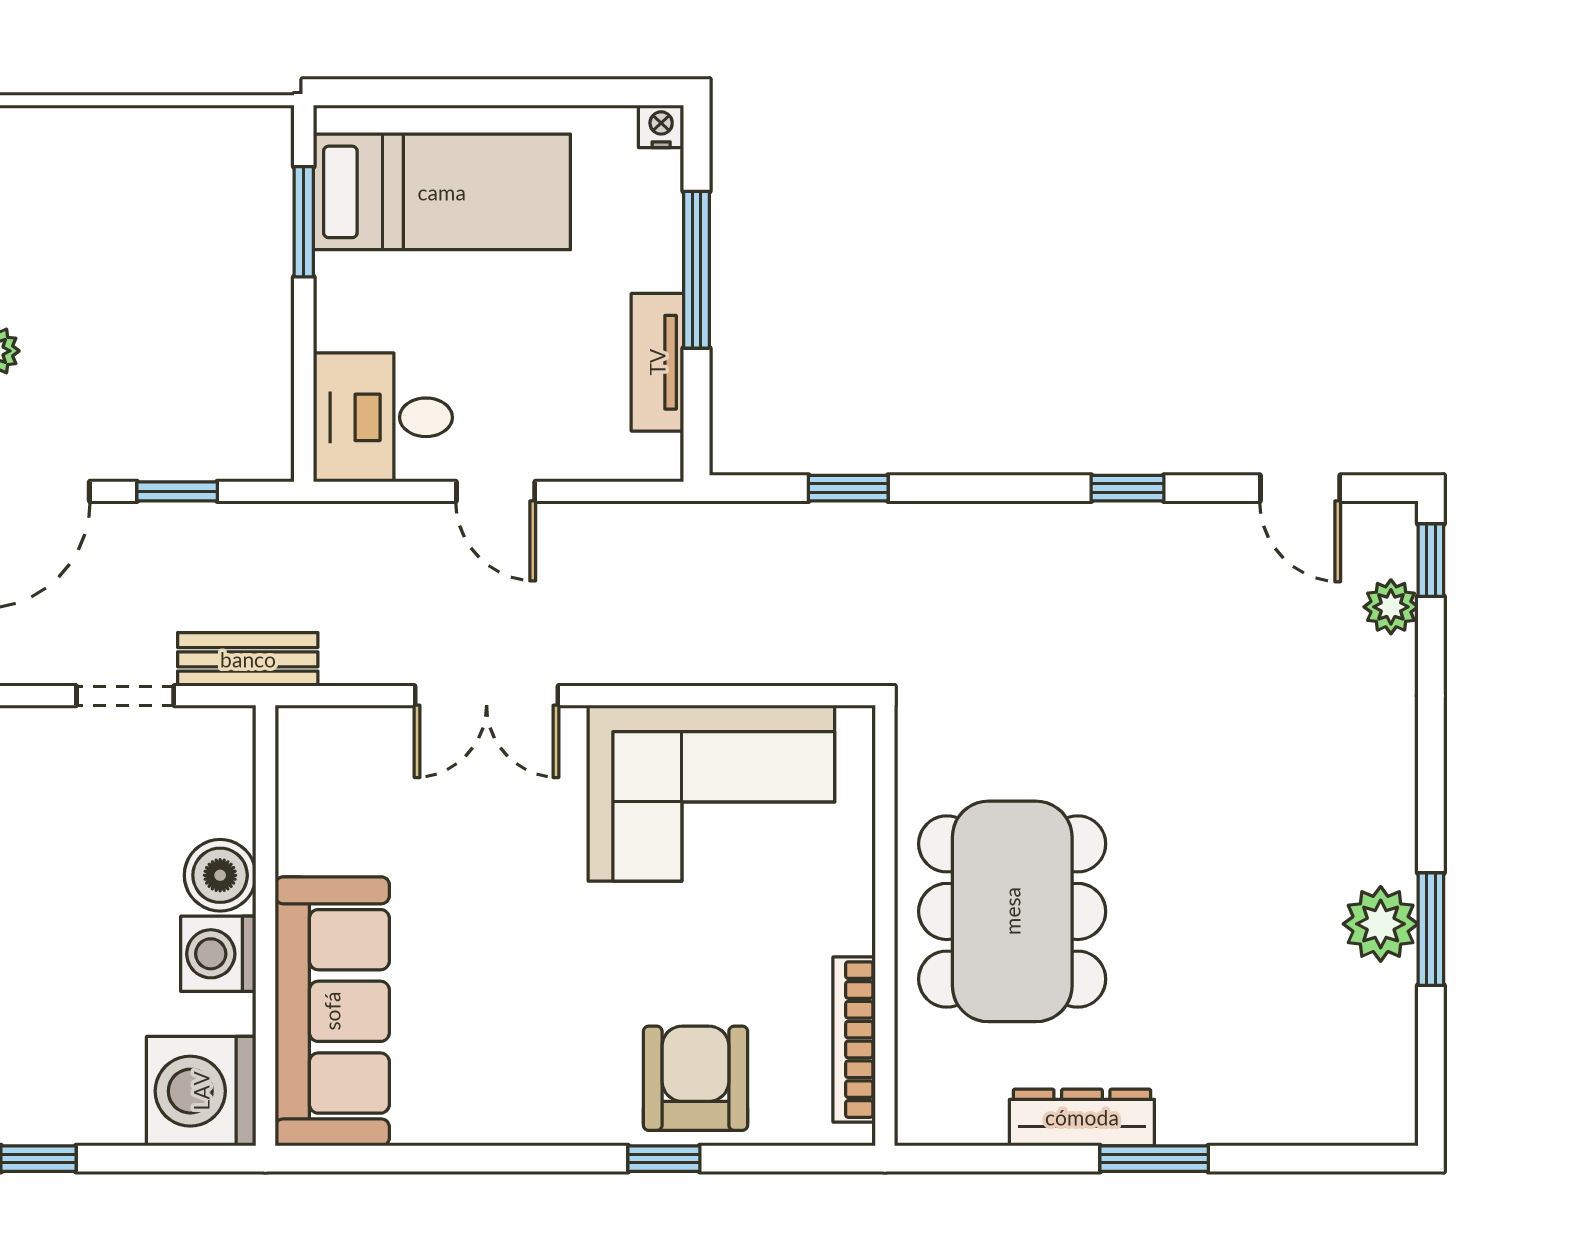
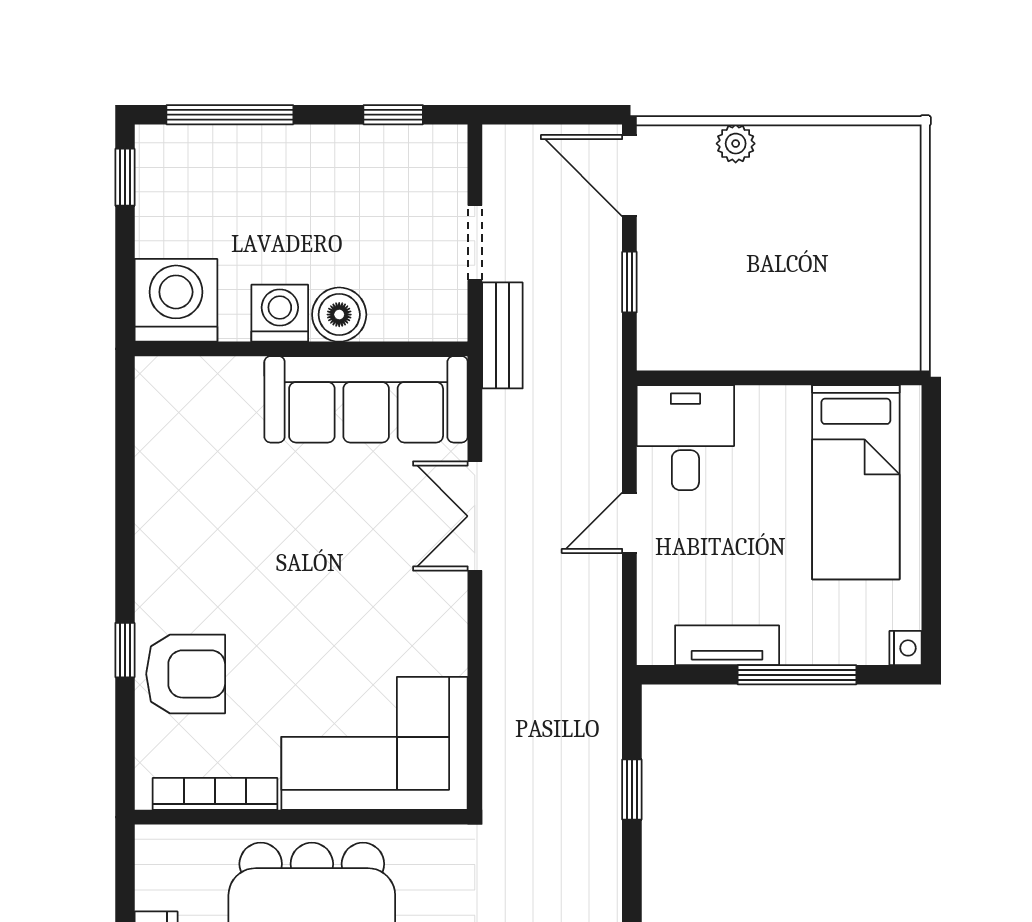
window: (304, 222) -> (833, 378), removed
corner sofa: (711, 793) -> (375, 743), moved, turned 90
sofa: (332, 1011) -> (366, 399), moved

